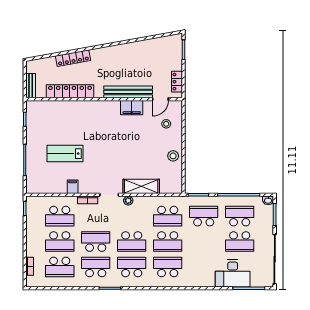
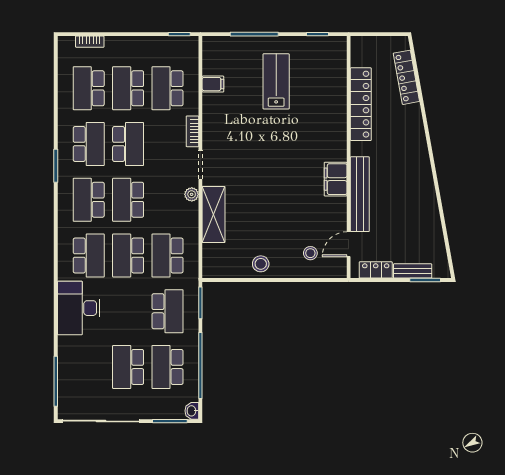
locker: (73, 58) -> (406, 77), moved
bench: (31, 86) -> (413, 271), moved
door: (160, 99) -> (349, 244), hinge flipped
filing cabinet: (132, 108) -> (336, 179), moved
lab bench: (65, 154) -> (276, 81), moved
filing cabinet: (73, 187) -> (213, 84), moved
school desk: (240, 216) -> (168, 367), turned 180
school desk: (132, 267) -> (89, 200), turned 180
desk: (233, 273) -> (79, 308), moved

